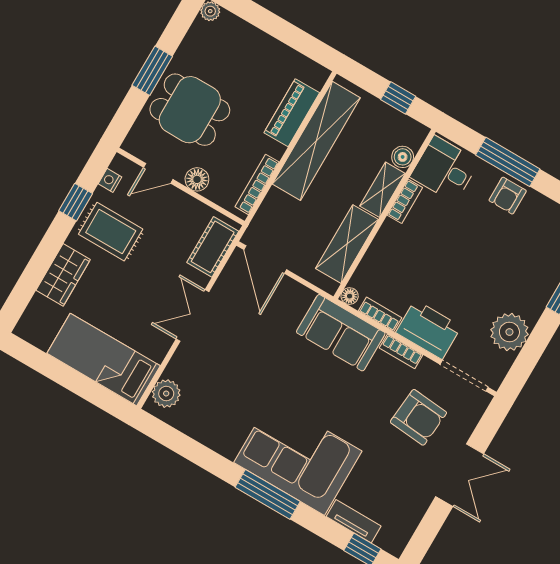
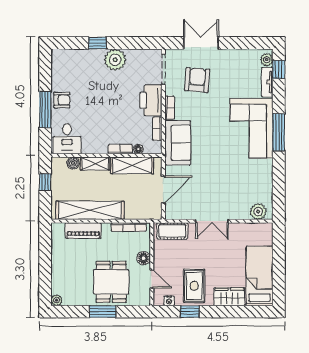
bookcase: (405, 201) -> (120, 149), moved
door: (265, 260) -> (163, 190), moved
floor lamp: (350, 296) -> (138, 149), moved
plant: (509, 332) -> (115, 60), moved
bed: (104, 360) -> (259, 276), moved, turned 180
double door: (460, 475) -> (201, 43), moved
plant: (388, 540) -> (267, 60), added

